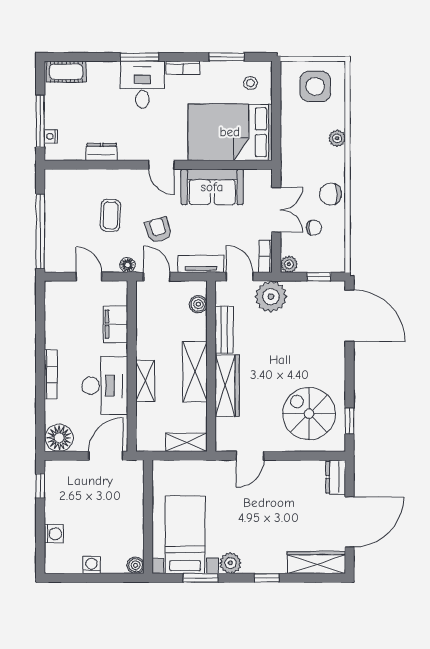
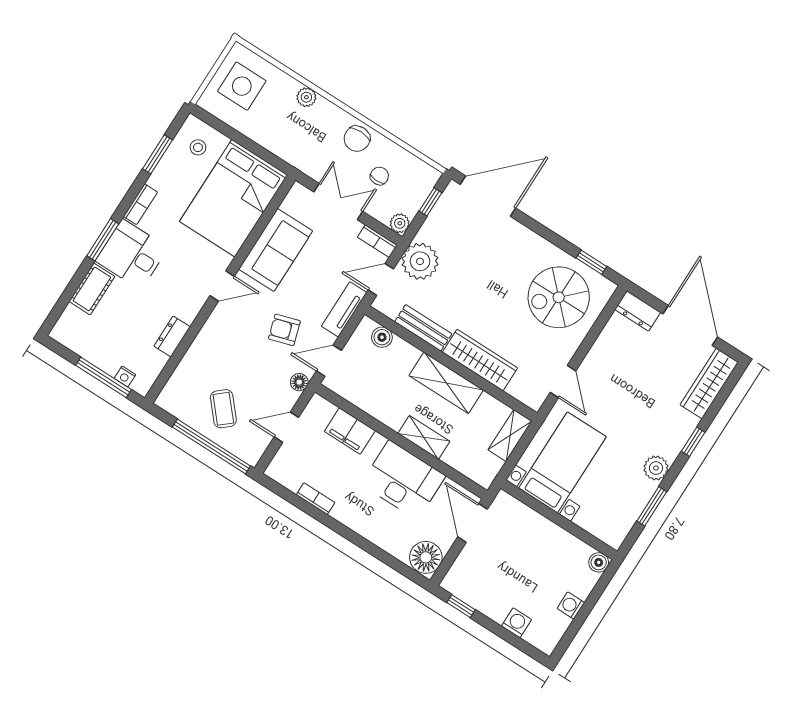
cot: (66, 72) -> (92, 289), moved
coffee table: (111, 215) -> (223, 409), moved, turned 47
bookcase: (51, 374) -> (315, 499), moved, width x0.64
bed with nightstands: (185, 535) -> (562, 462), moved, turned 90

